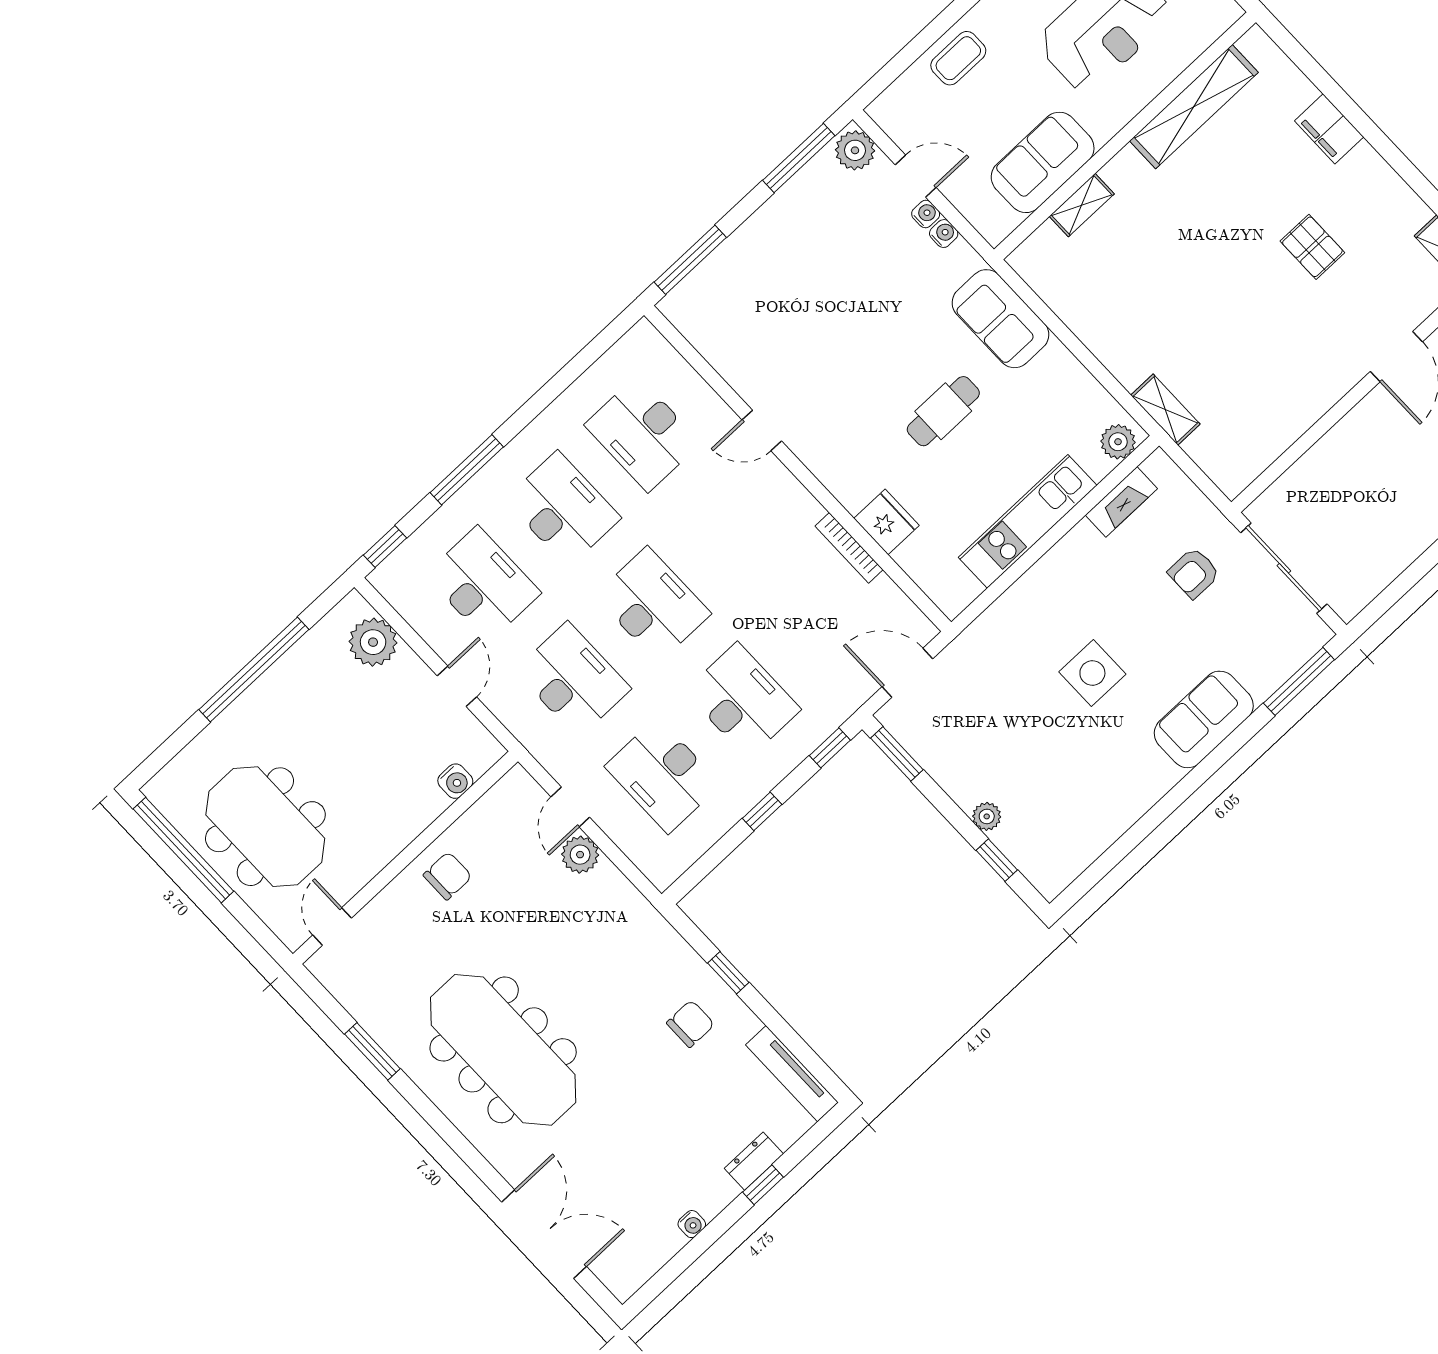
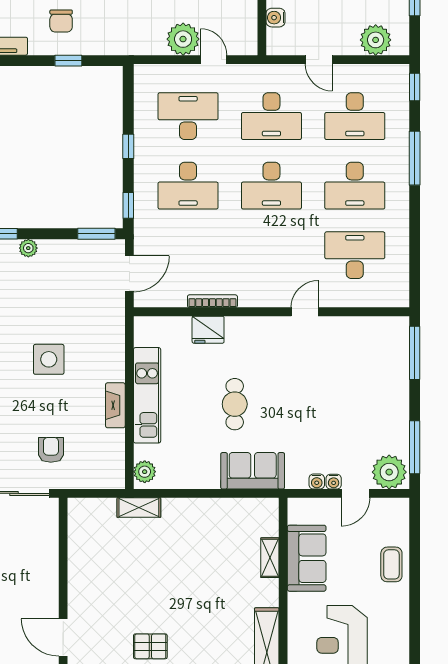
plant: (855, 150) -> (389, 472), width x1.36, depth x1.36
fireplace: (1121, 502) -> (115, 405), moved
plant: (580, 855) -> (183, 39), width x1.36, depth x1.36

